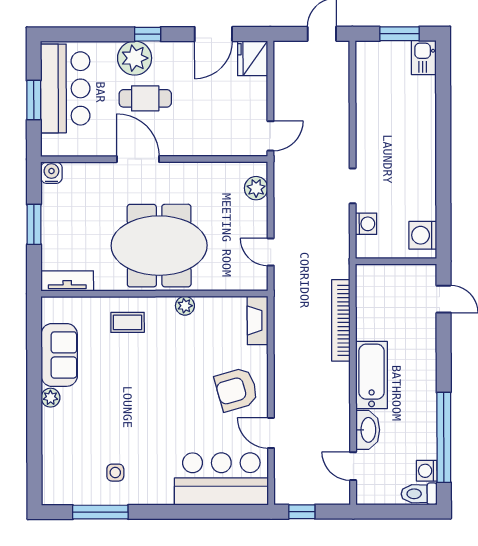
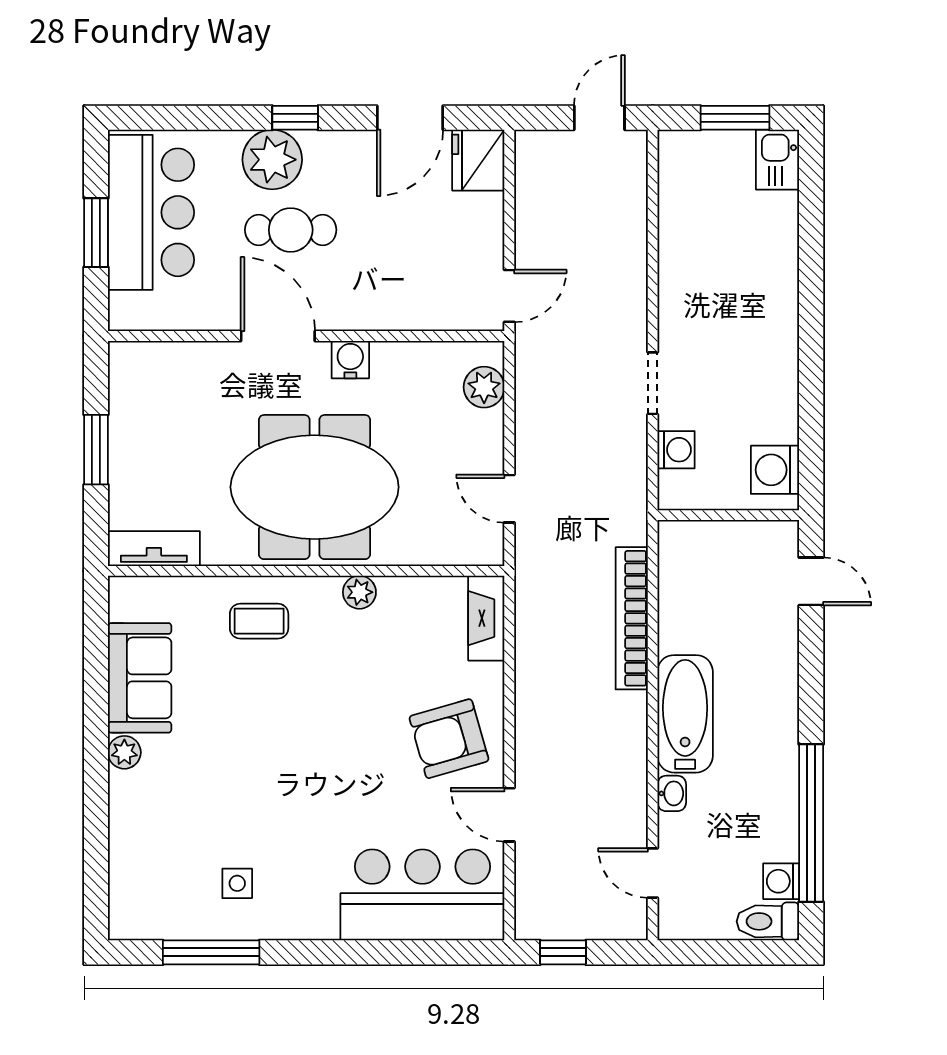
water cooler: (51, 173) -> (350, 360), moved
washbasin: (368, 430) -> (672, 793), width x0.52, depth x0.69

